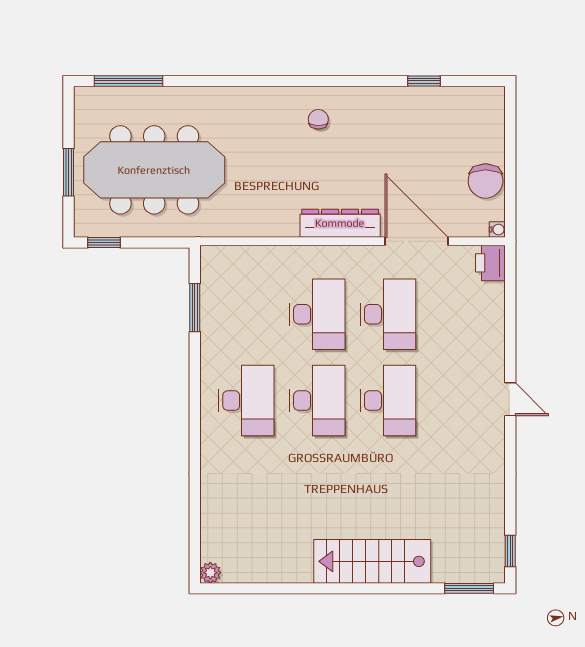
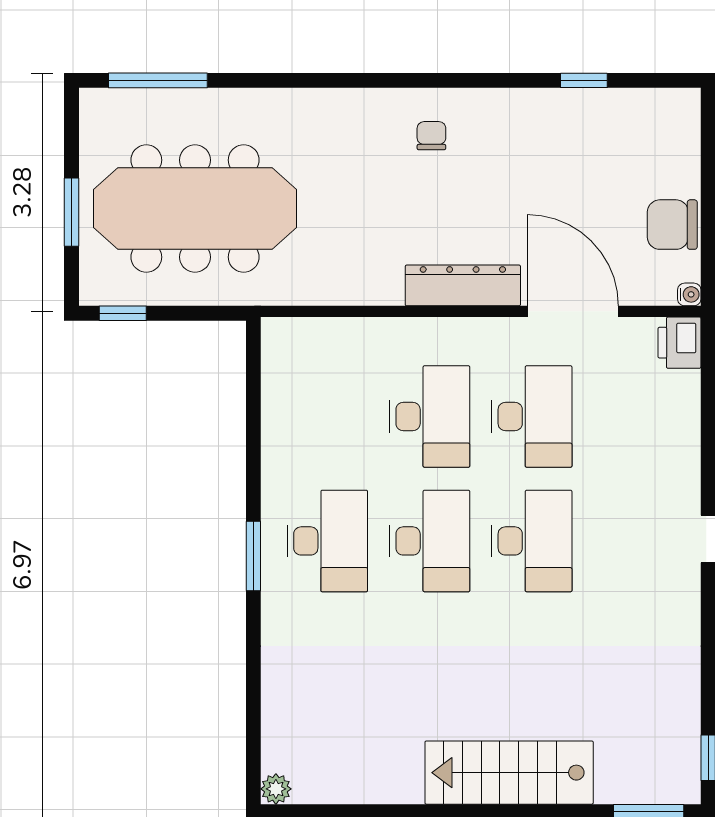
chair: (486, 181) -> (672, 225), turned 90
window: (195, 308) -> (253, 556), moved

